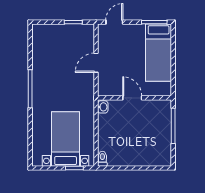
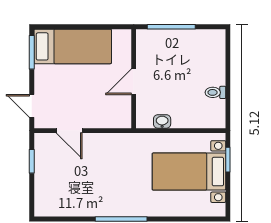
door: (96, 63) -> (69, 131), moved
washbasin: (103, 107) -> (162, 121), moved
toilet: (102, 159) -> (215, 92), moved

